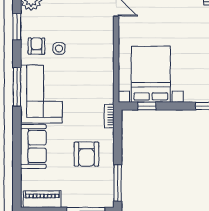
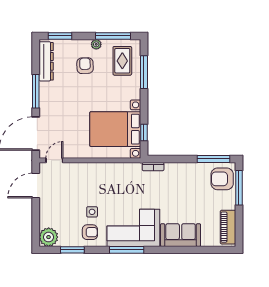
armchair: (37, 46) -> (90, 232), turned 180
armchair: (86, 154) -> (222, 179), moved, turned 180

